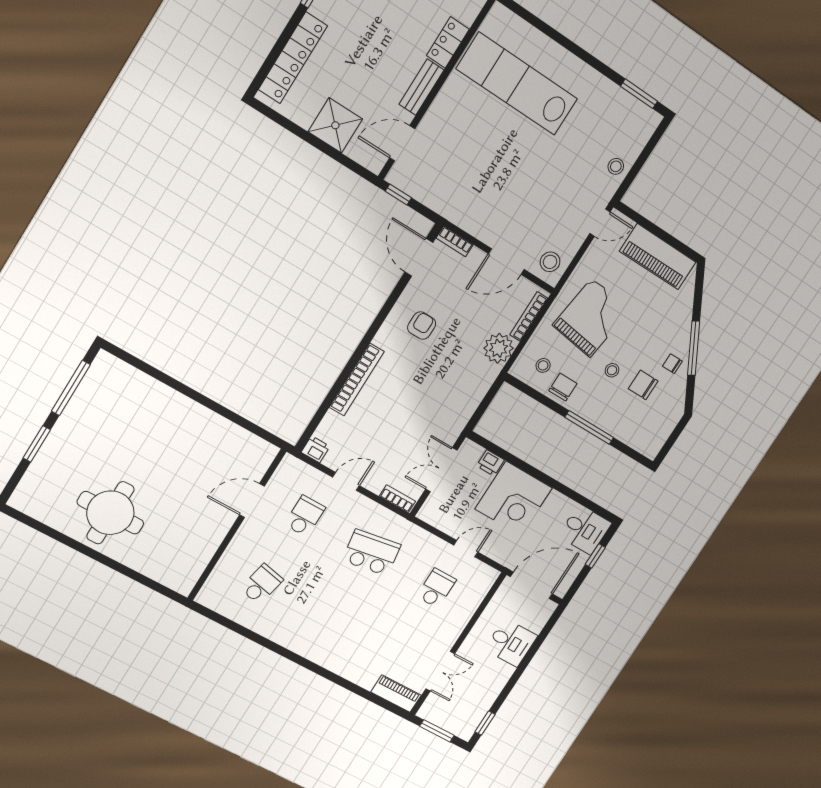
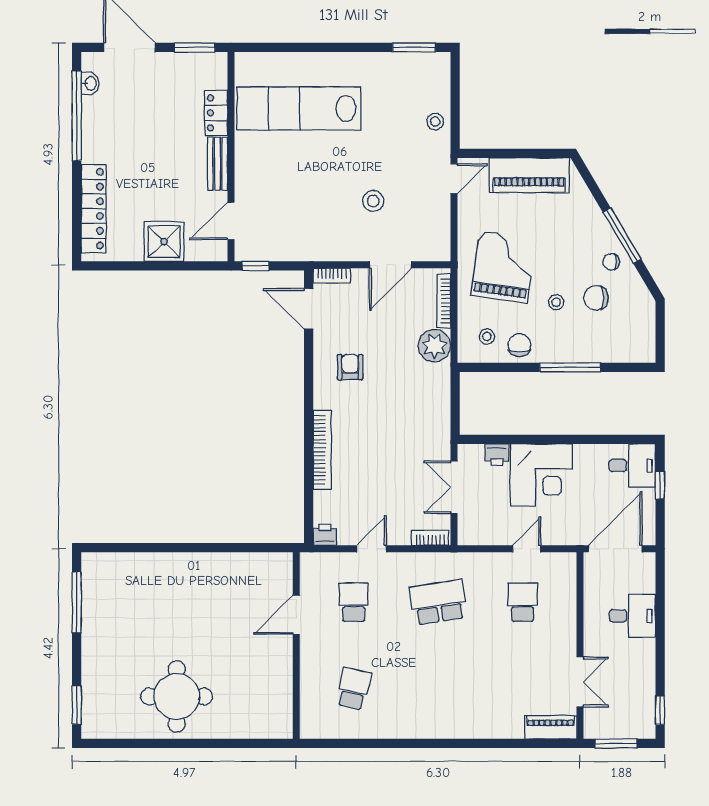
stool: (550, 262) -> (373, 201), moved
window: (37, 444) -> (77, 705), moved

